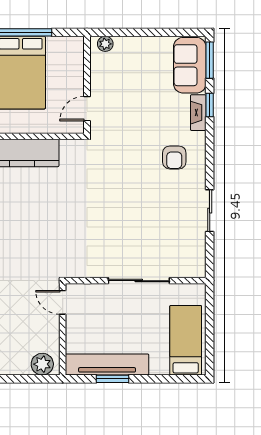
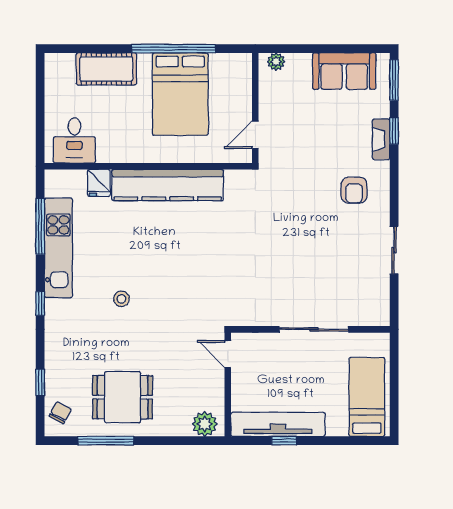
sofa: (190, 65) -> (344, 71), moved, turned -90
window: (112, 379) -> (284, 441), width x0.67

